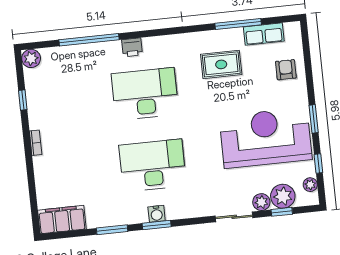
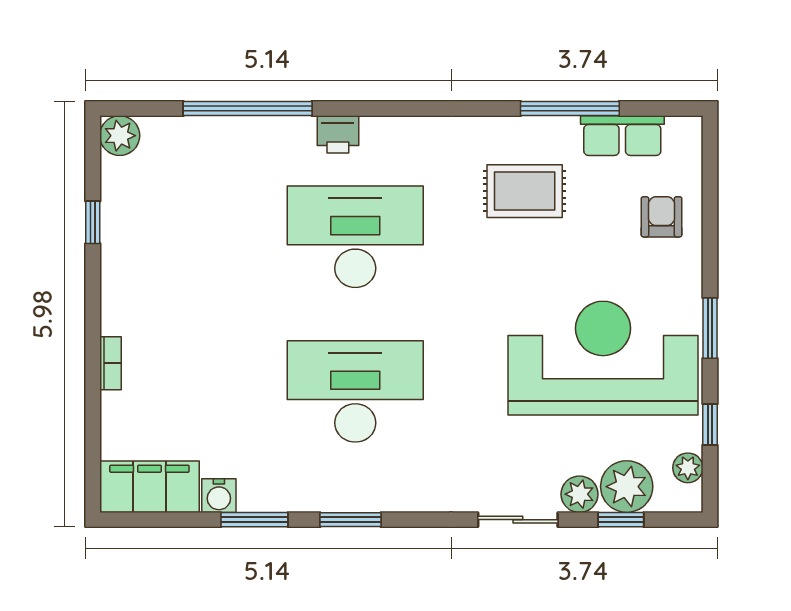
bookcase: (36, 143) -> (110, 363), moved
water cooler: (157, 214) -> (219, 496), moved

